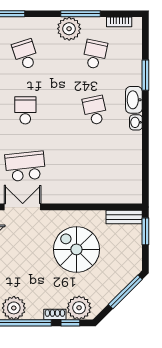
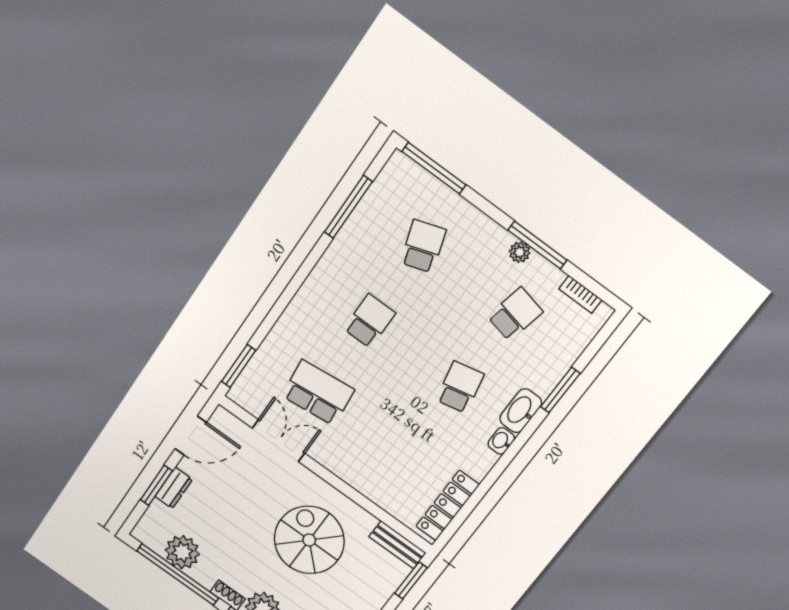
plant: (69, 29) -> (520, 252), width x0.53, depth x0.53
locker: (134, 176) -> (448, 505), added

